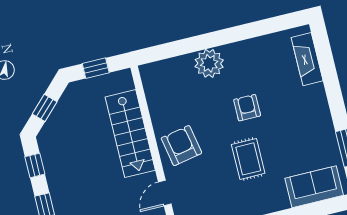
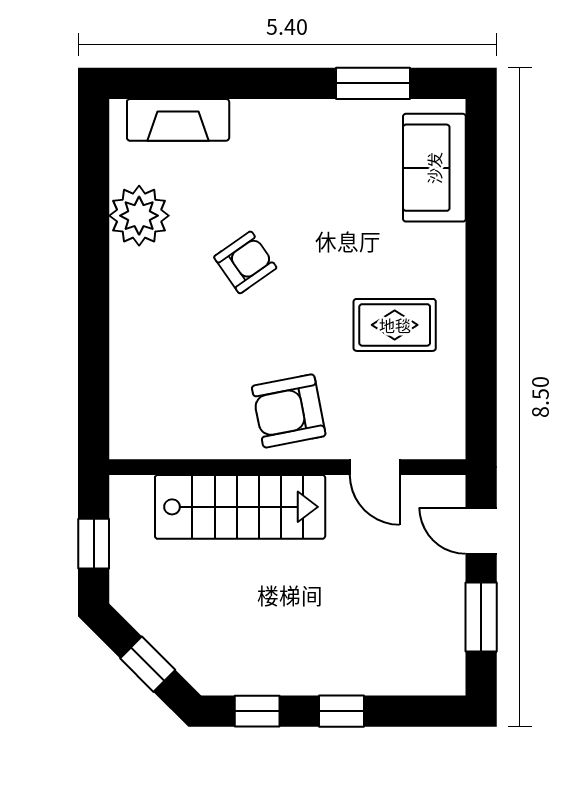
plant: (209, 63) -> (139, 216), moved
armchair: (247, 108) -> (245, 262), turned 145
rug: (248, 159) -> (395, 325), moved

